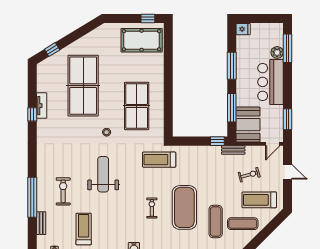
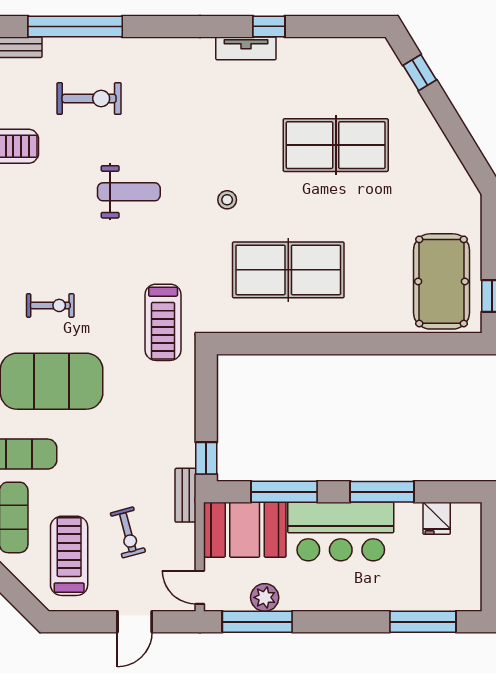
fridge: (243, 29) -> (437, 518), moved
plant: (277, 52) -> (265, 597), moved
bar counter: (270, 82) -> (341, 532), moved, turned 180
table tennis table: (83, 86) -> (336, 145), width x0.73, depth x0.76
tv unit: (42, 106) -> (246, 48), moved
window: (287, 119) -> (257, 622), width x1.44
treadmill: (159, 160) -> (163, 322), turned 180
weight bench: (103, 174) -> (129, 192), width x0.73, depth x0.75

